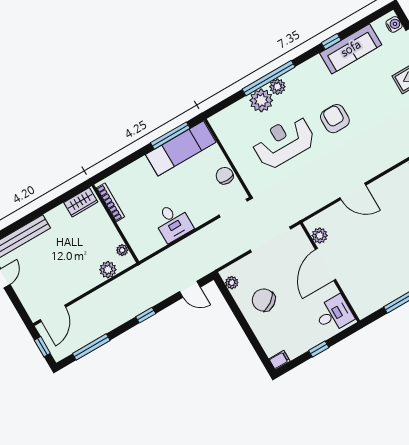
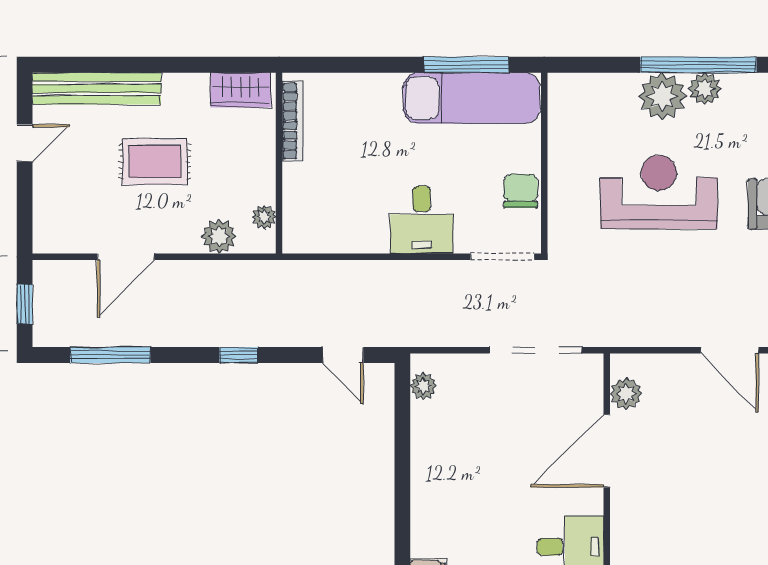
desk: (173, 222) -> (422, 220), moved
rug: (62, 254) -> (155, 161), added
chair: (264, 300) -> (462, 450), removed
door: (53, 313) -> (126, 257), moved

